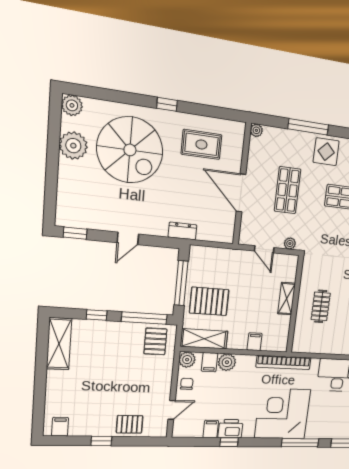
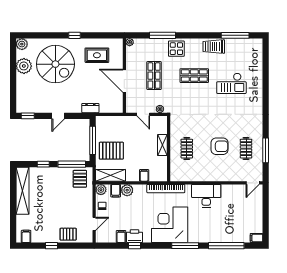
shelving: (59, 344) -> (22, 191), width x1.47

